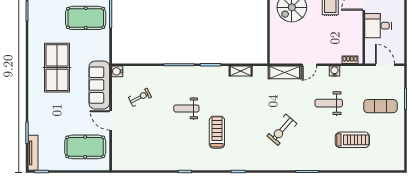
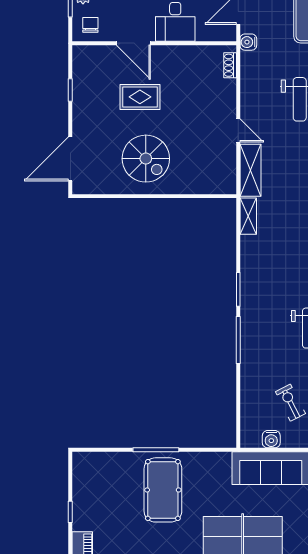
water cooler: (117, 71) -> (271, 439), moved
shelving: (241, 71) -> (248, 216), moved
water cooler: (334, 71) -> (248, 42), moved

